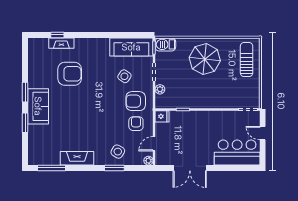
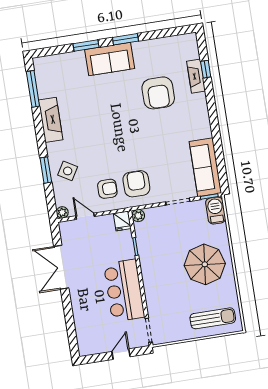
side table: (124, 76) -> (166, 164), removed
plant: (160, 89) -> (138, 216), moved
bar counter: (237, 153) -> (124, 290), moved, turned 180

